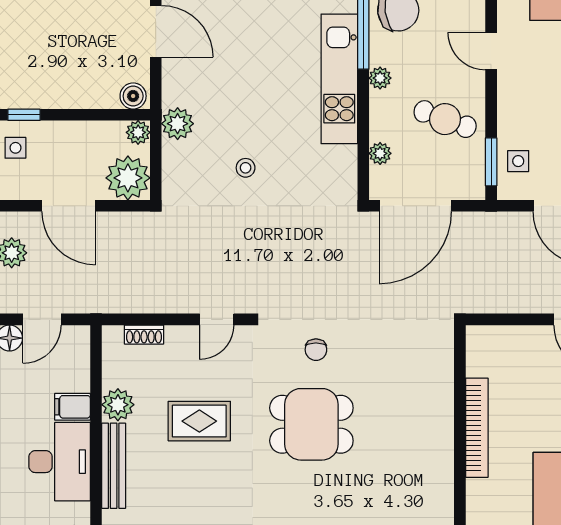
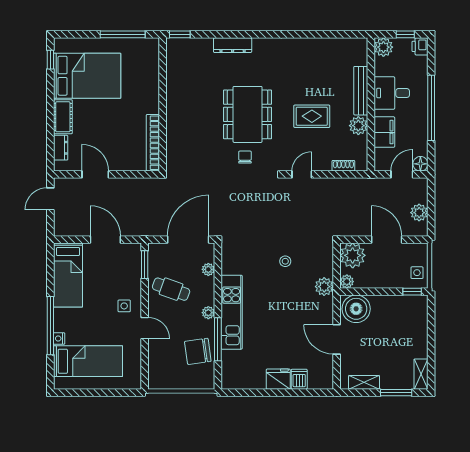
boiler: (133, 96) -> (356, 309), width x1.86, depth x1.86
side table: (518, 161) -> (124, 306), moved
filing cabinet: (73, 407) -> (384, 132), width x2.00
dining table: (311, 424) -> (248, 114), width x1.38
bookcase: (477, 428) -> (153, 143), moved
desk: (60, 462) -> (392, 93), width x0.73

